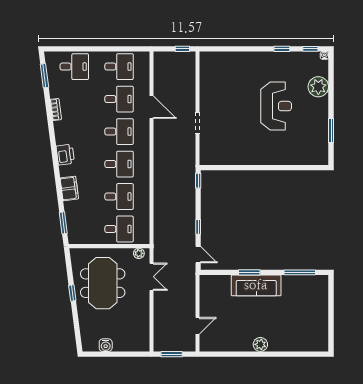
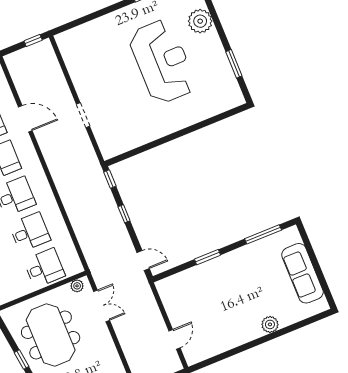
reception desk: (276, 106) -> (162, 61), width x1.36, depth x1.30
window: (198, 227) -> (124, 214), moved
sofa: (256, 285) -> (302, 273), moved, turned 90
plant: (260, 344) -> (270, 324), moved

